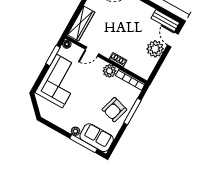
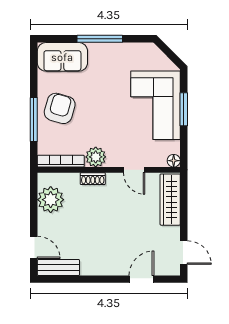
plant: (155, 49) -> (51, 200), moved
door: (92, 52) -> (134, 170), swing flipped
window: (53, 56) -> (184, 109), moved
plant: (75, 131) -> (96, 50), removed
window: (83, 144) -> (100, 39), moved

